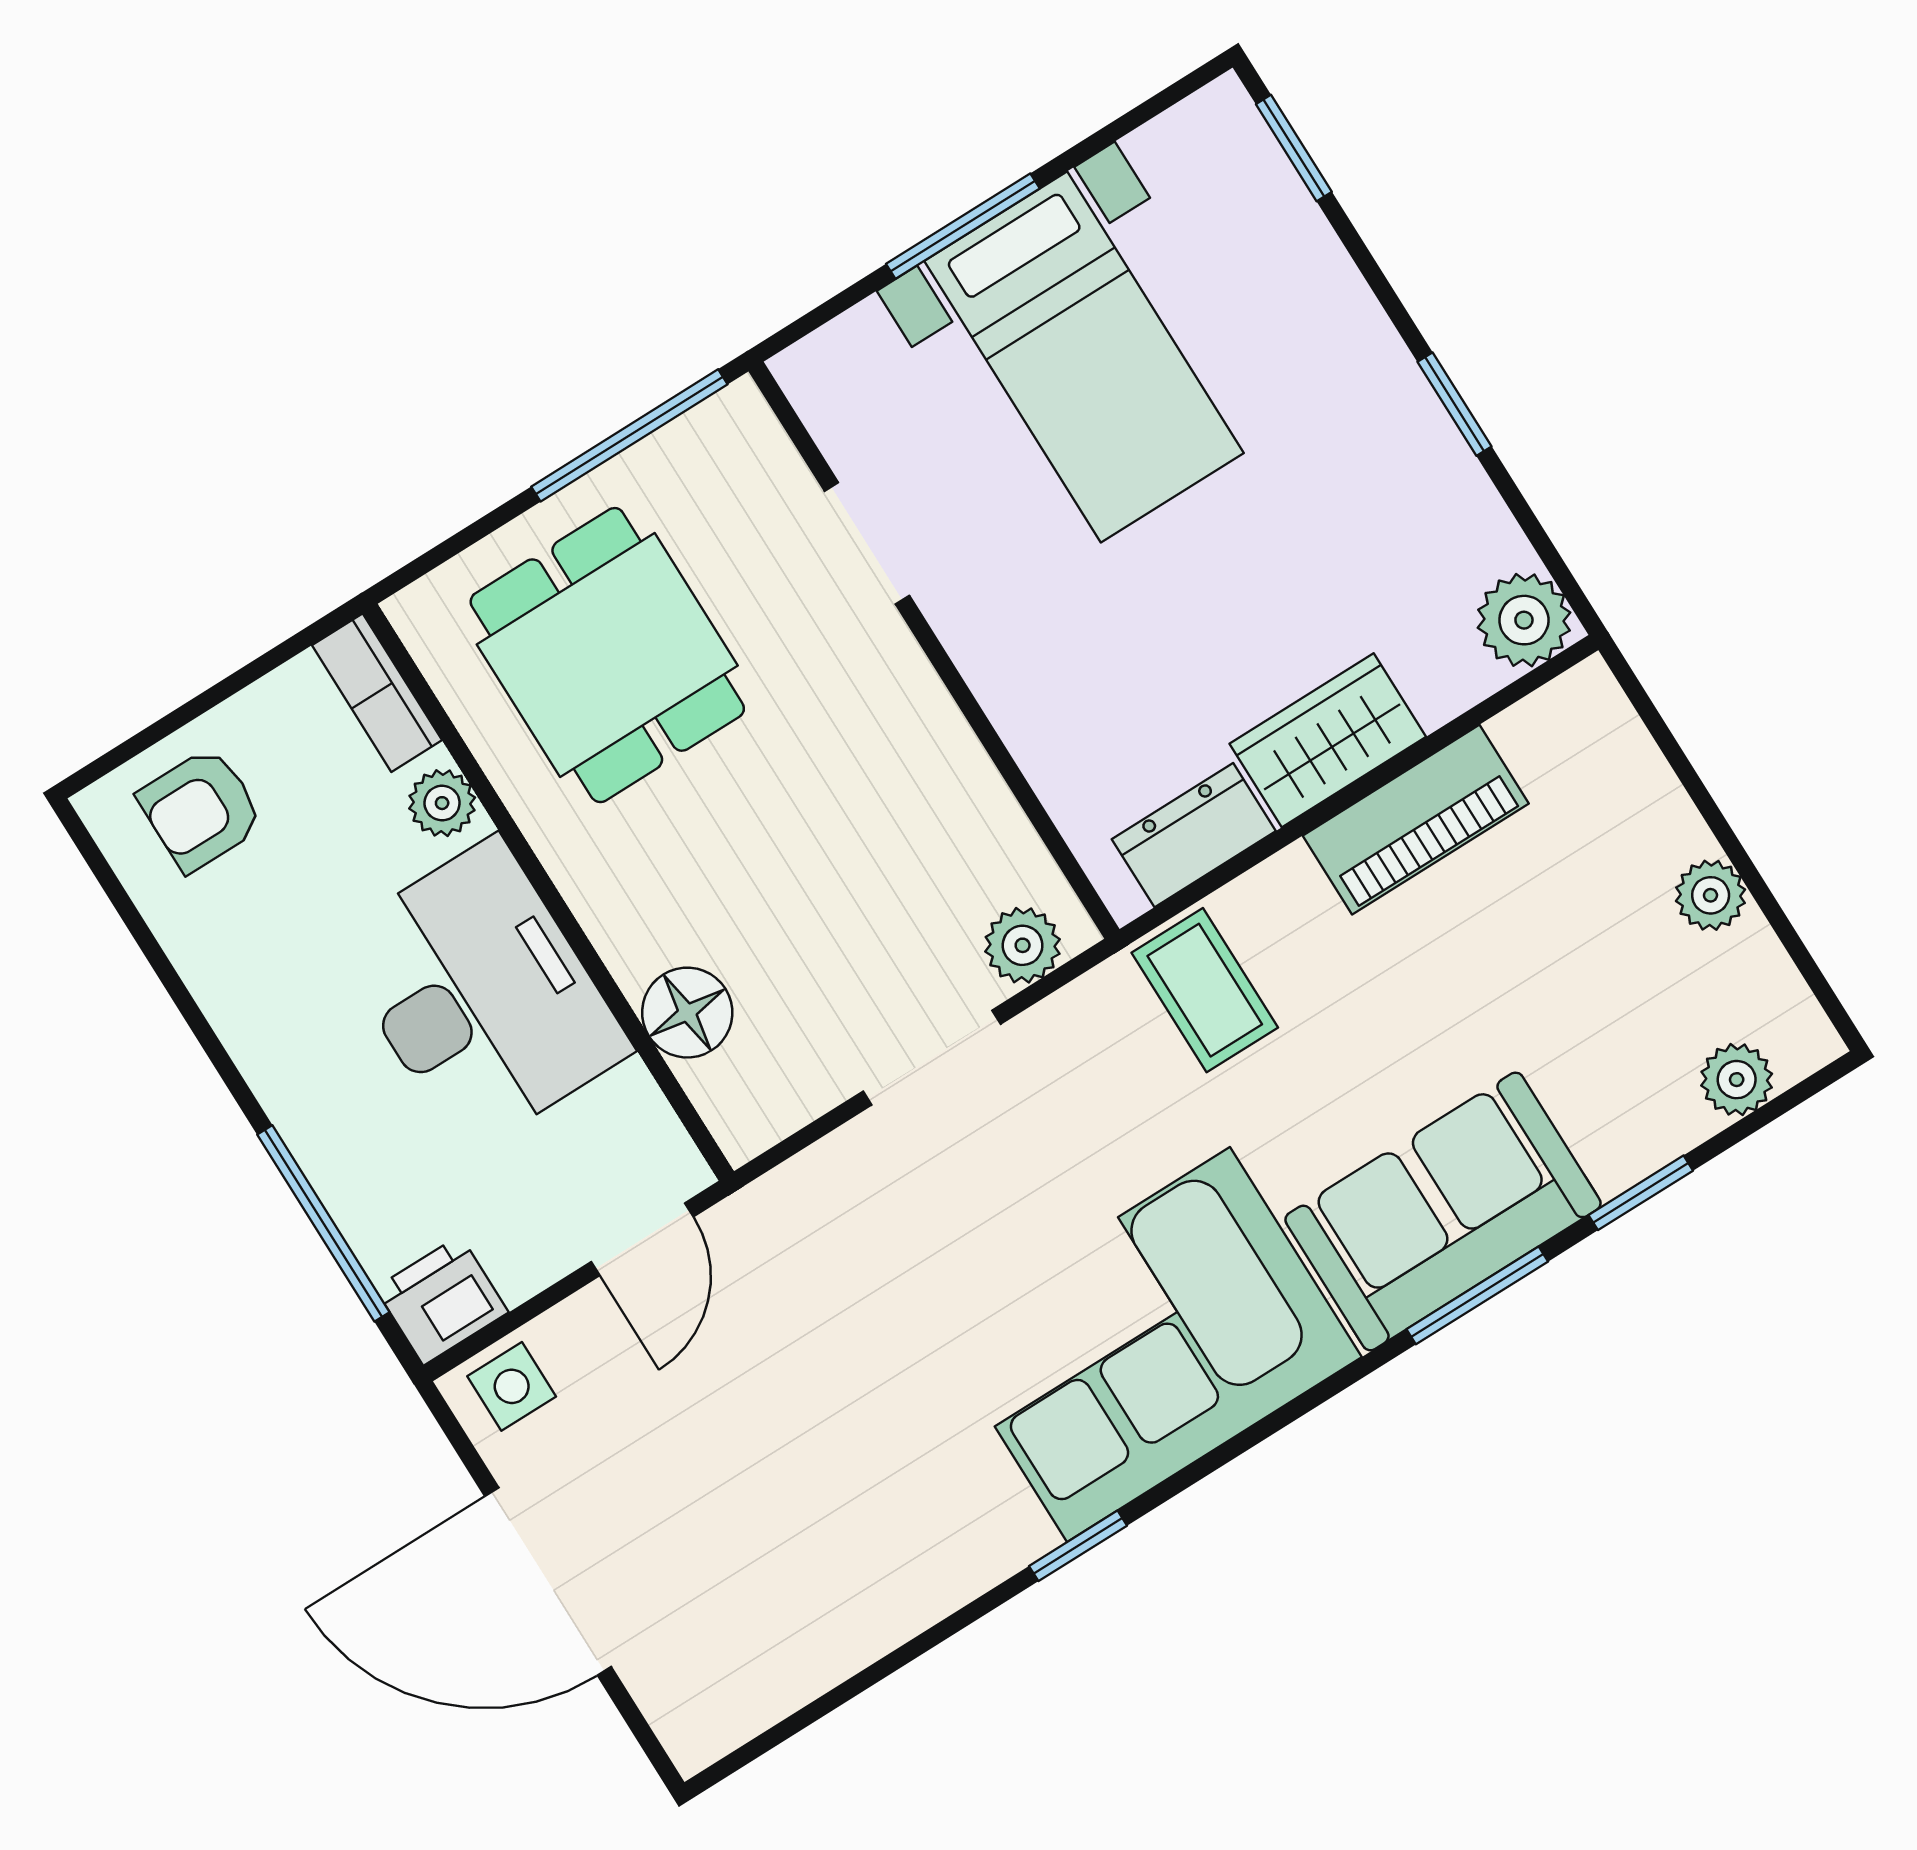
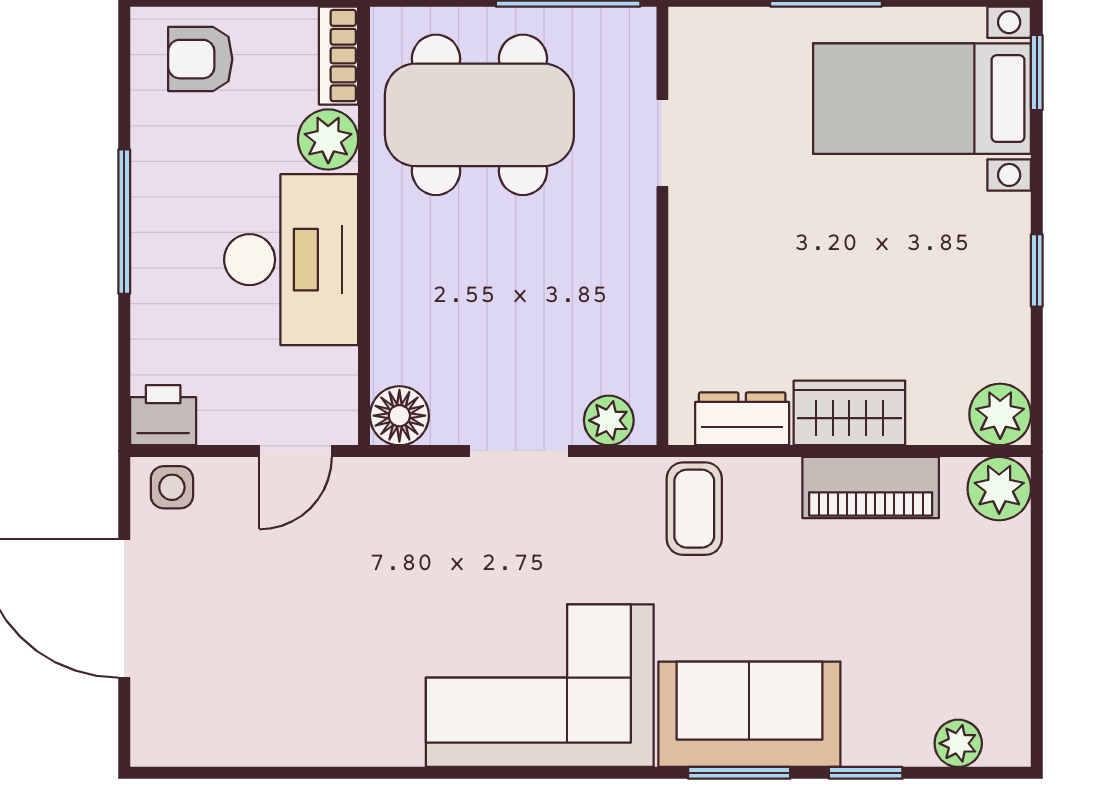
bed with nightstands: (1084, 357) -> (922, 99), moved, turned 90
dining table: (607, 655) -> (479, 115), width x1.38
plant: (442, 803) -> (328, 139), width x1.38, depth x1.38
plant: (1711, 895) -> (999, 489), moved, width x1.38, depth x1.38
floor lamp: (687, 1013) -> (399, 416), moved
window: (323, 1223) -> (124, 222), moved
window: (1078, 1546) -> (431, 773), removed

